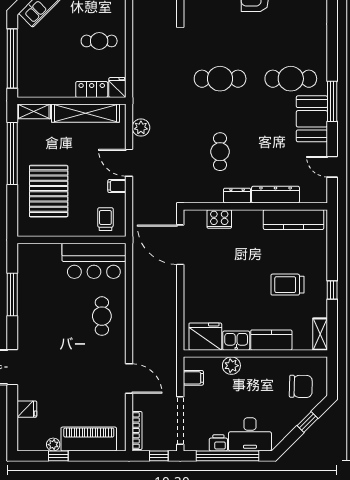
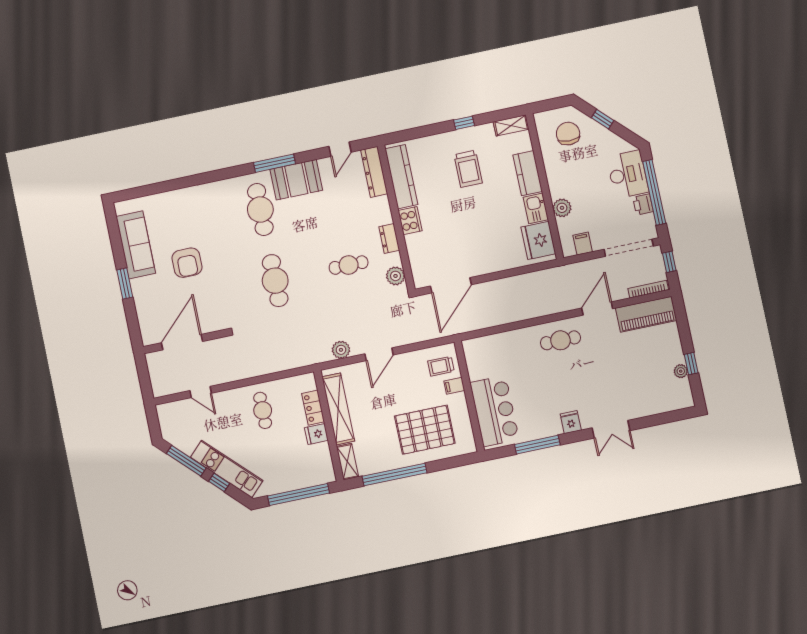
fridge: (117, 87) -> (316, 434), moved
filing cabinet: (117, 186) -> (454, 386), moved, turned 90
plant: (200, 194) -> (396, 276), added
dresser: (276, 195) -> (374, 172), moved
cooker: (219, 219) -> (410, 221), moved
bar counter: (94, 261) -> (495, 411), moved
cafe table: (102, 316) -> (560, 340), moved
fridge: (27, 409) -> (571, 422), moved
piano: (89, 439) -> (646, 314), moved, turned -90

